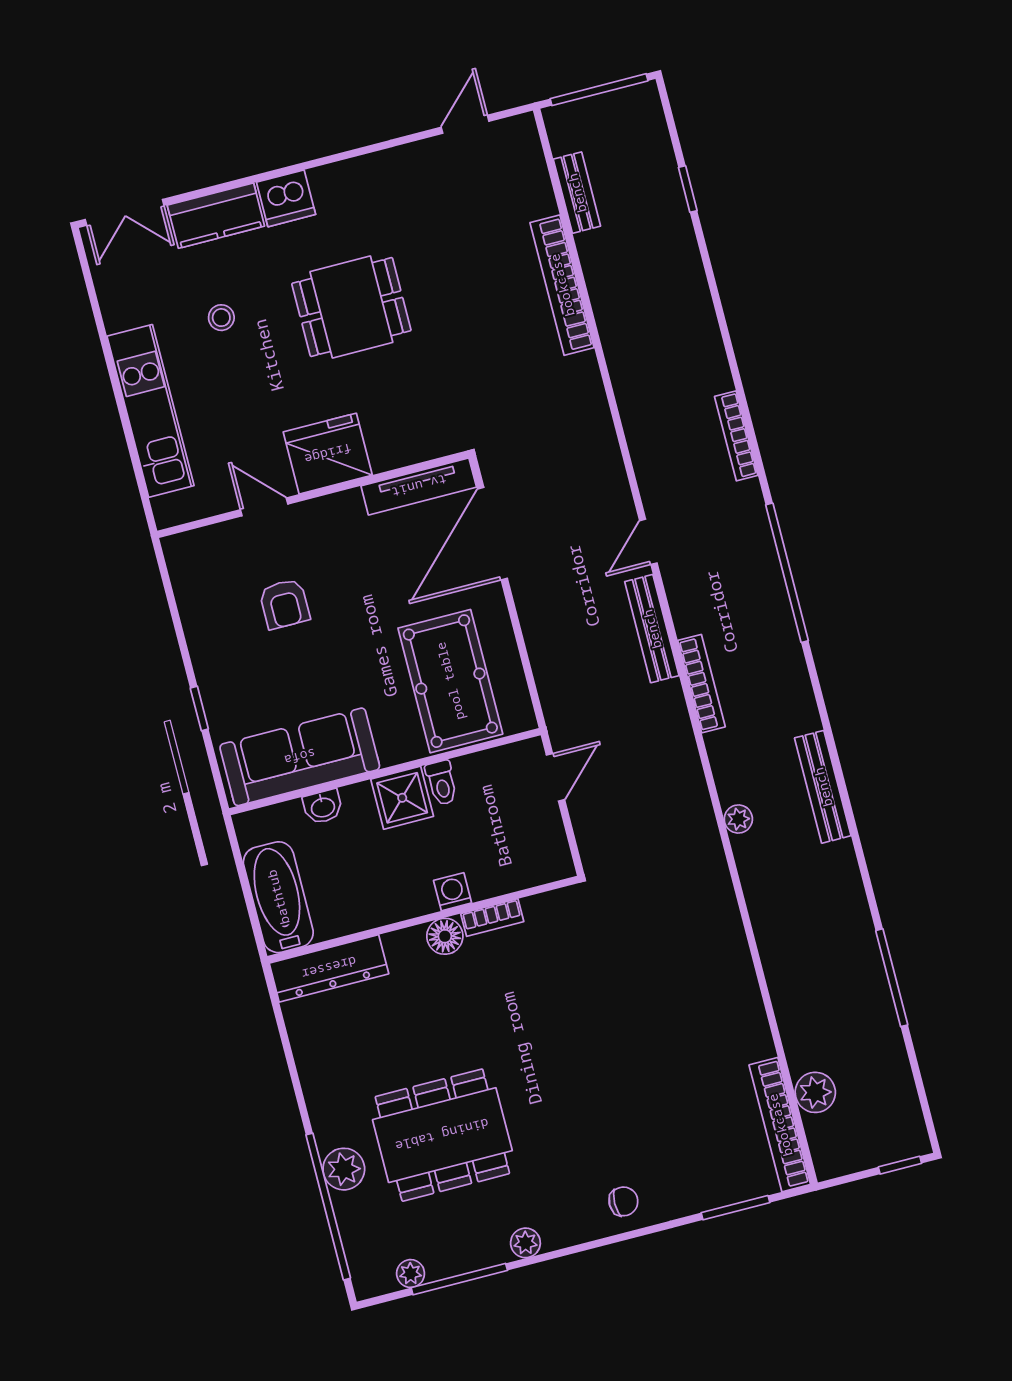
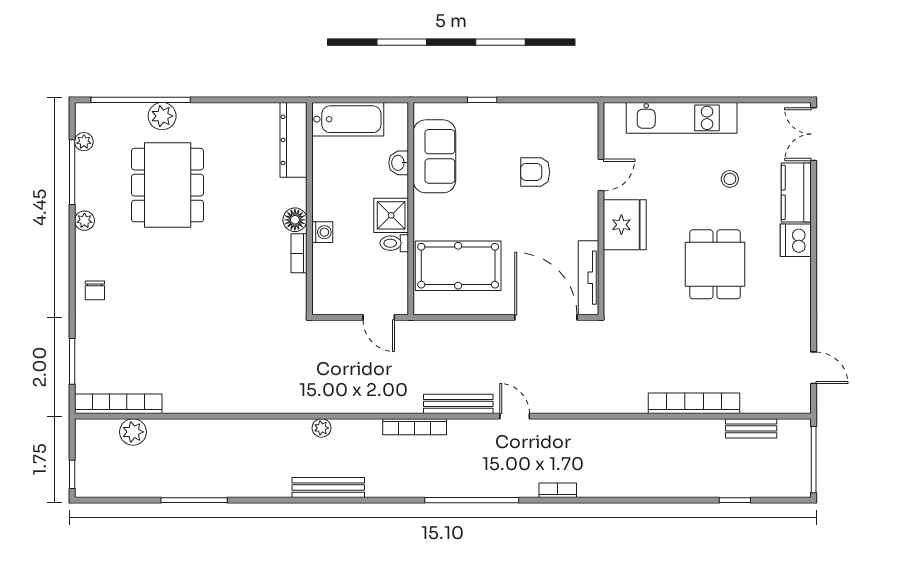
bookcase: (736, 436) -> (558, 490), width x0.64
sofa: (300, 757) -> (434, 156), width x0.73

